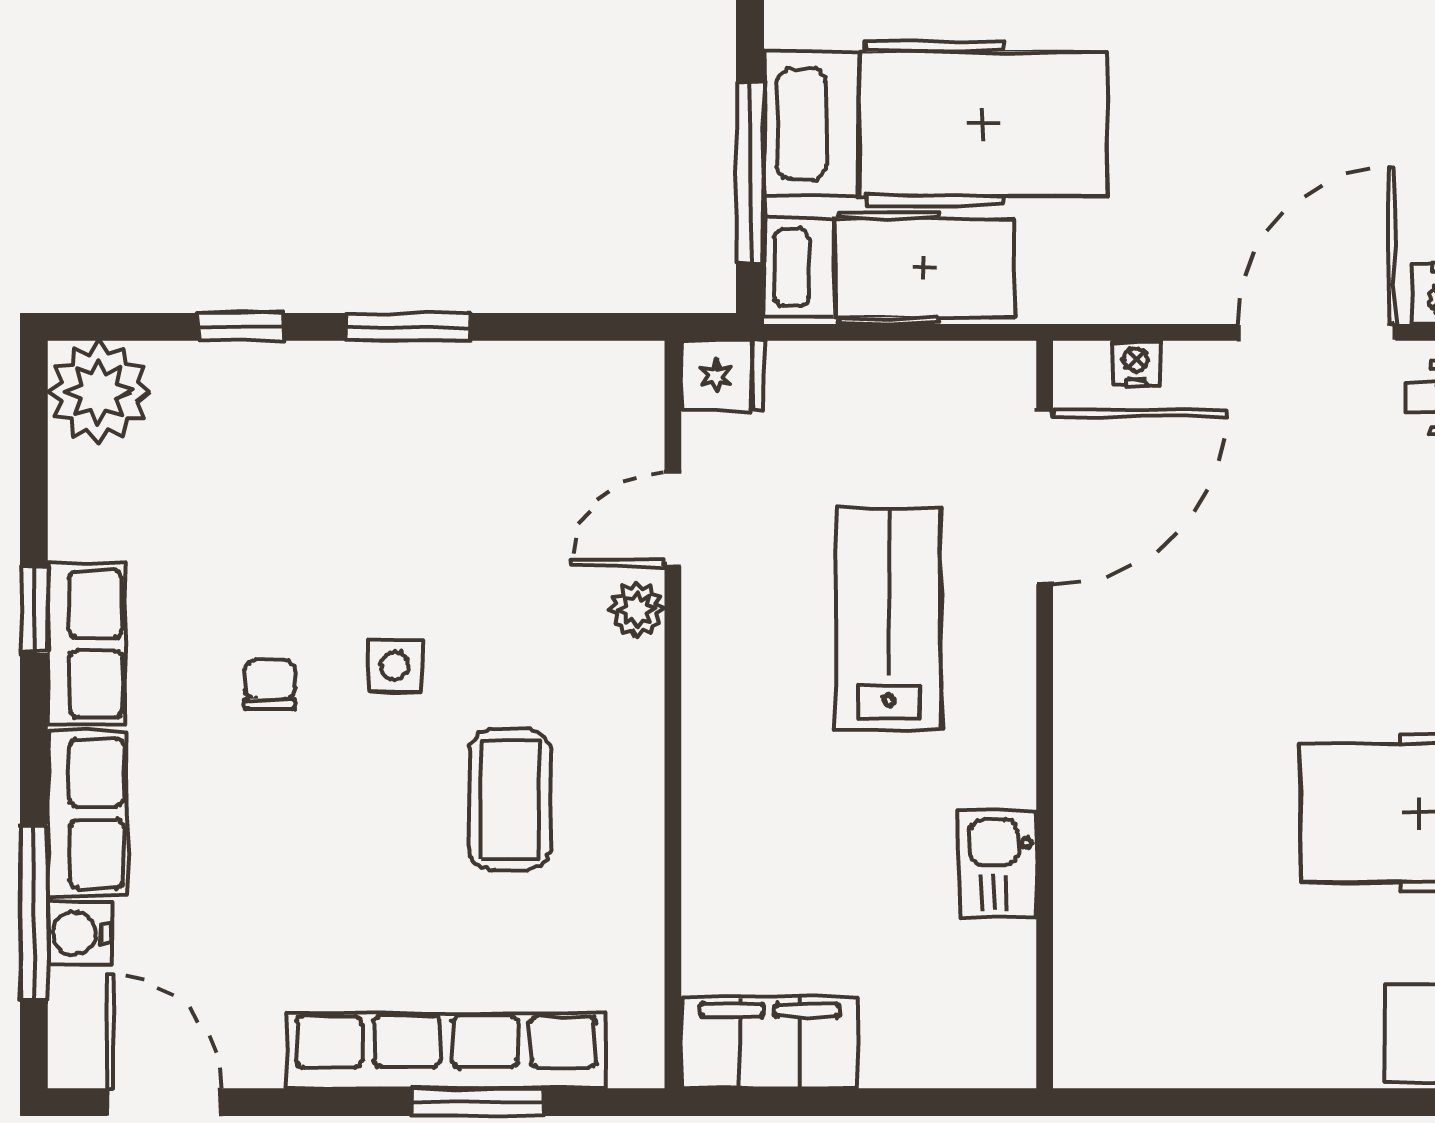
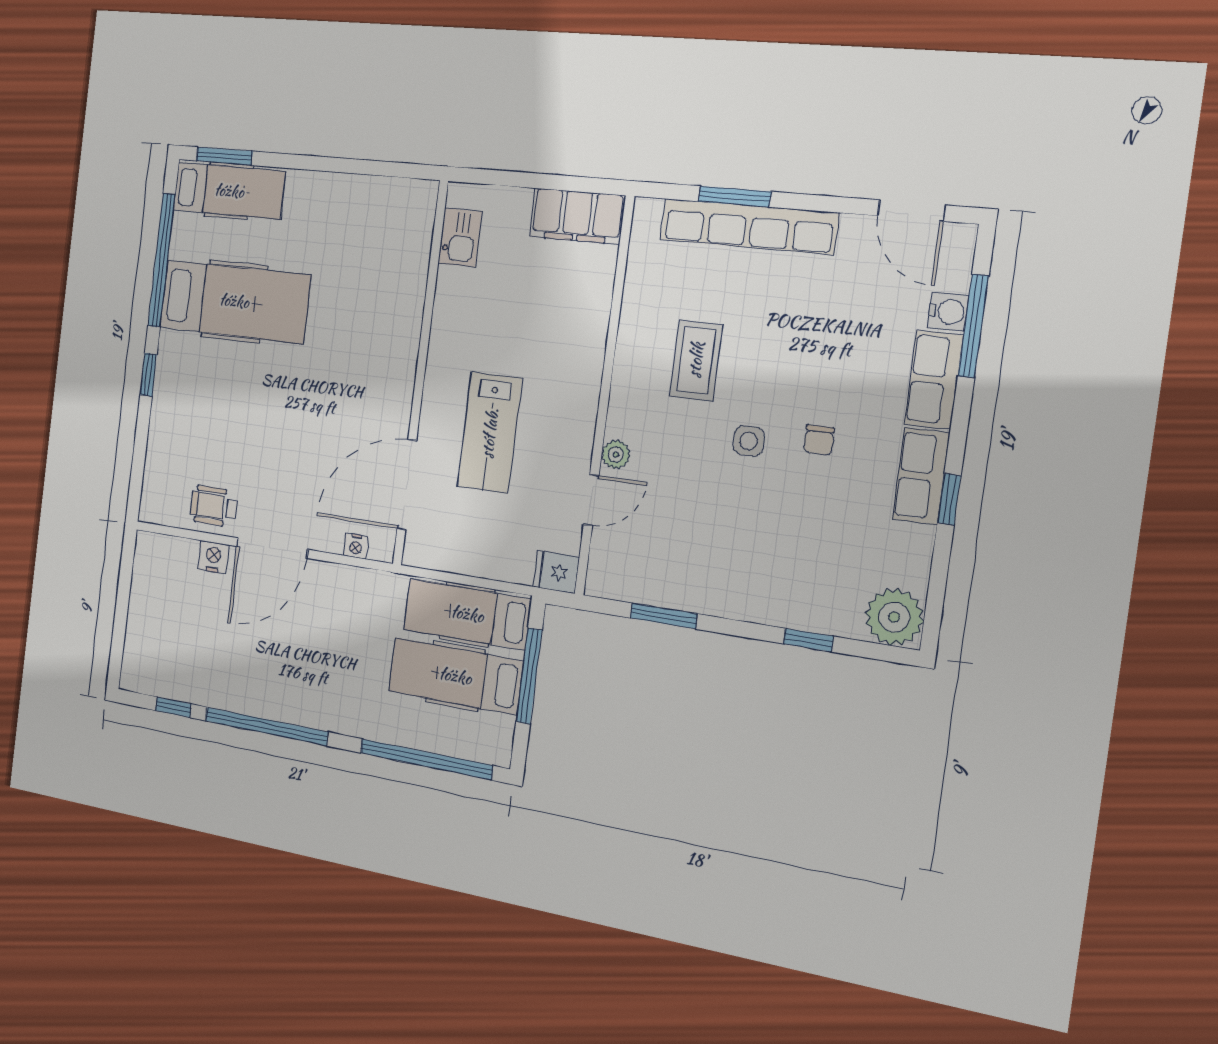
hospital bed: (935, 124) -> (455, 676), width x0.73, depth x0.78
window: (408, 327) -> (664, 616), moved
kitchen sink: (998, 864) -> (460, 238), moved

